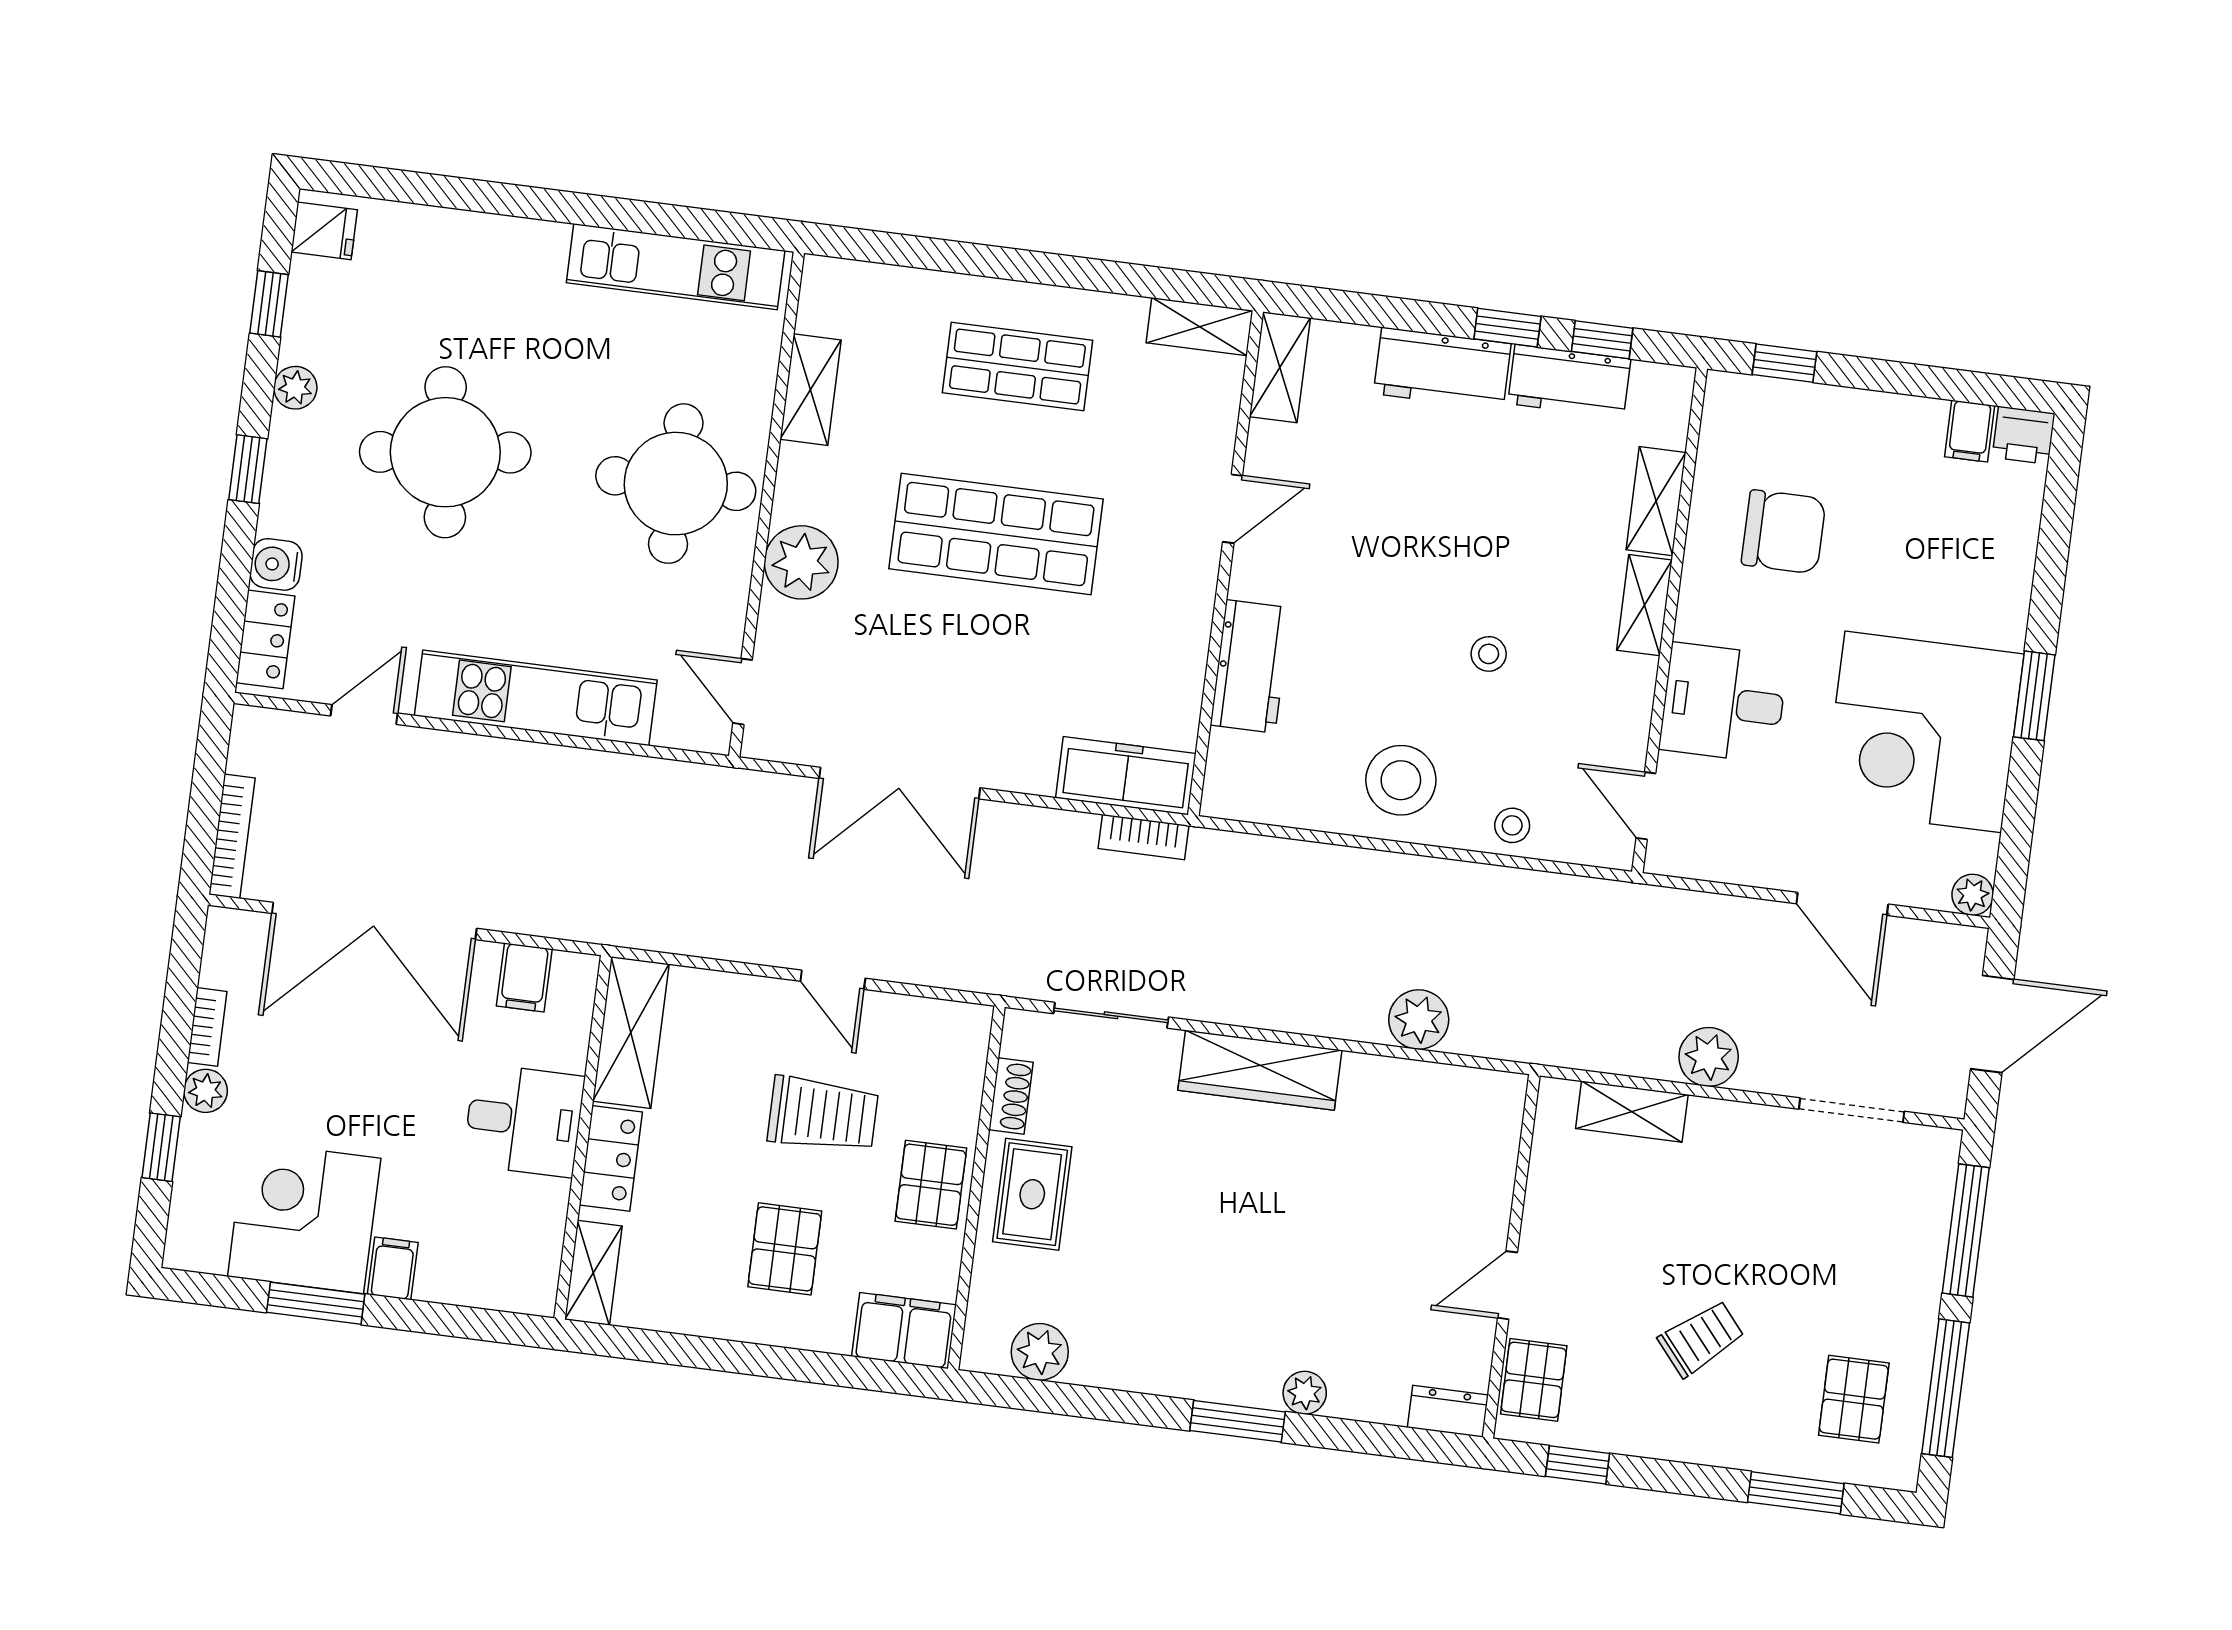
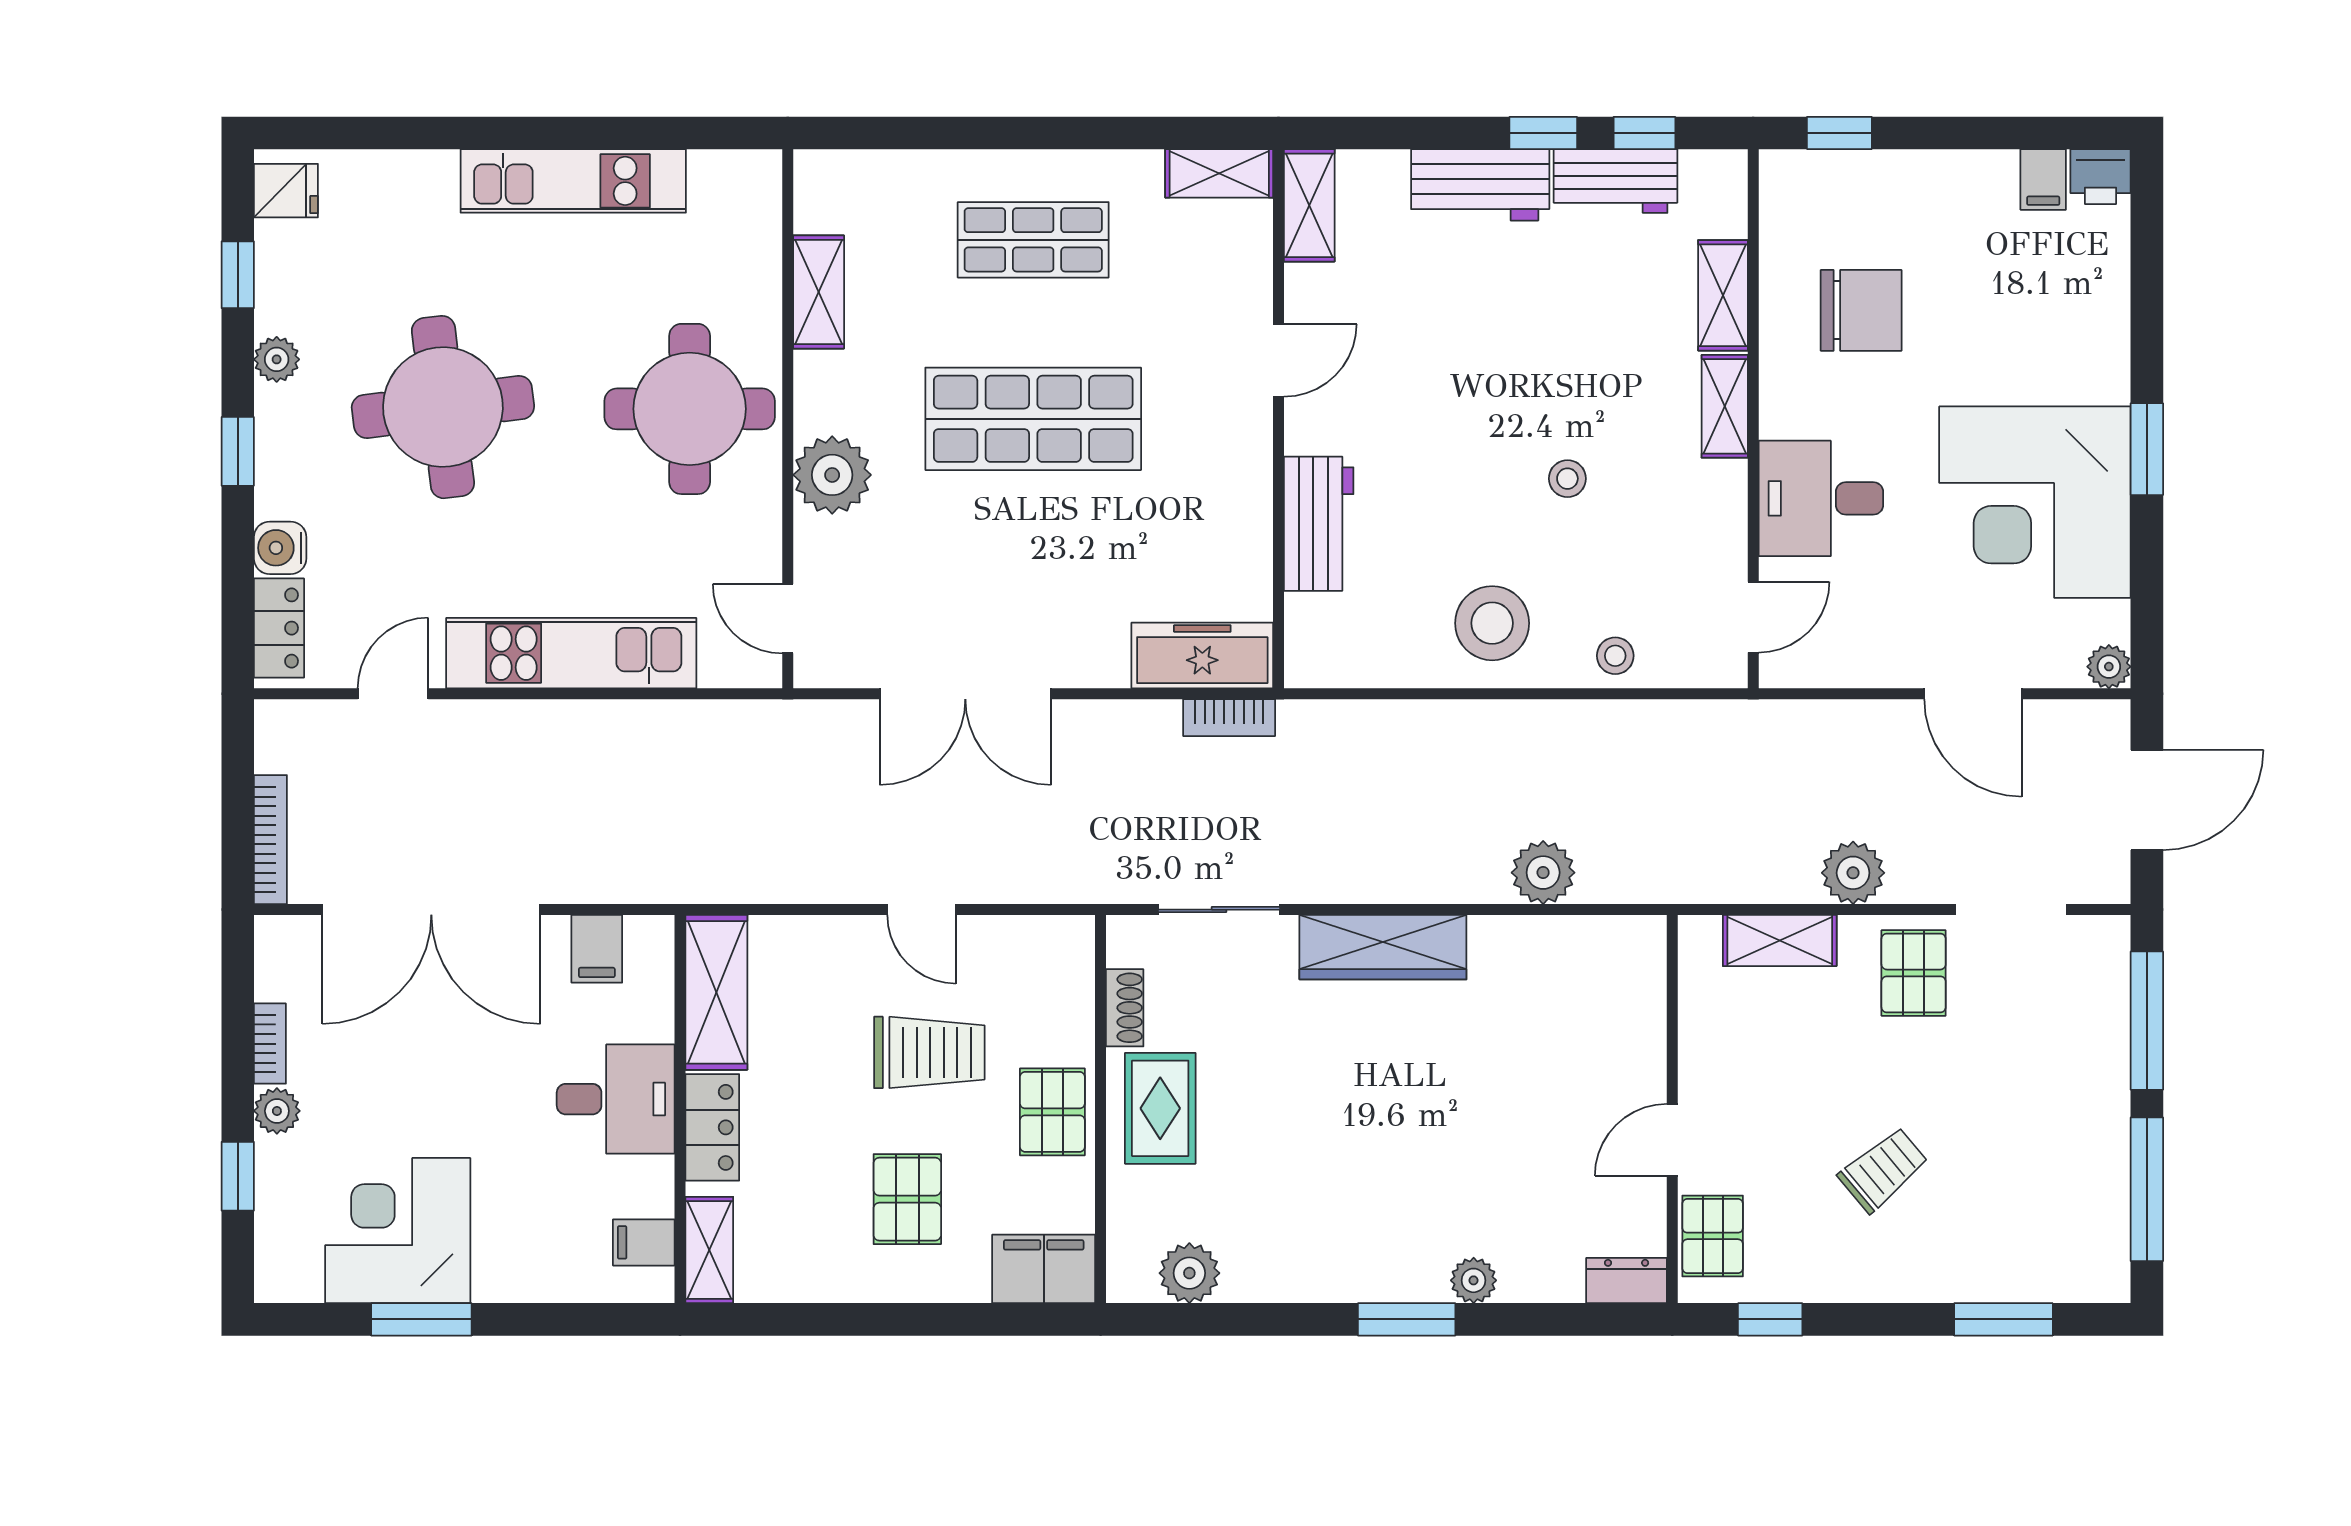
kitchen unit: (676, 267) -> (573, 181), moved
door: (1646, 806) -> (1753, 617), swing flipped
filing cabinet: (393, 1268) -> (644, 1242), moved, turned -90
pallet: (1854, 1399) -> (1914, 973), moved

